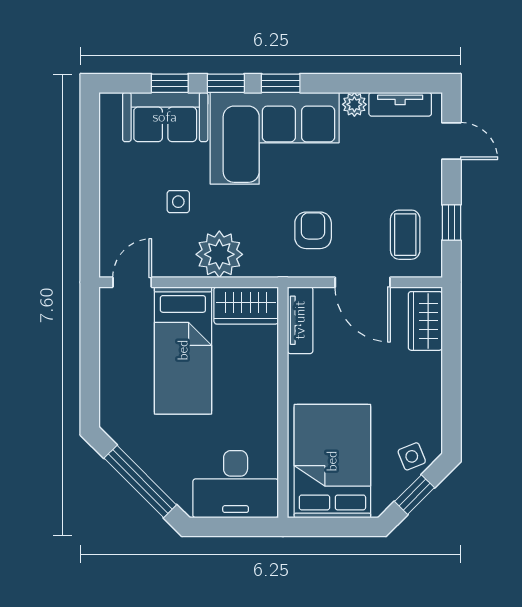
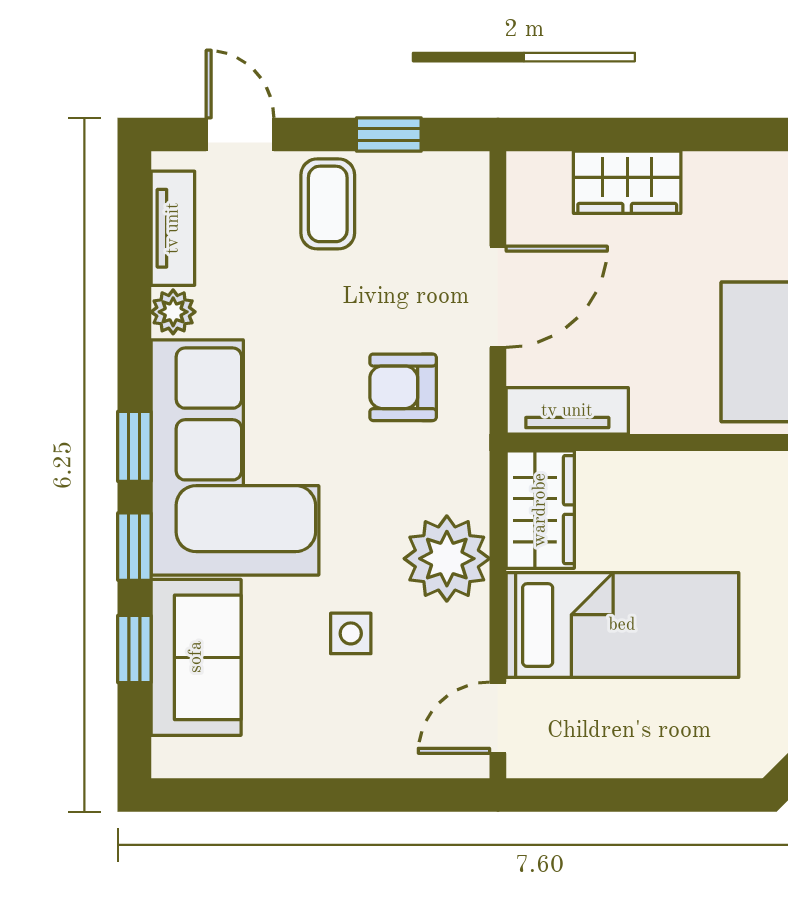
door: (451, 141) -> (240, 134), hinge flipped
coffee table: (405, 235) -> (328, 204), moved, turned 90
door: (132, 282) -> (498, 718), hinge flipped
wardrobe: (425, 321) -> (627, 182), moved

